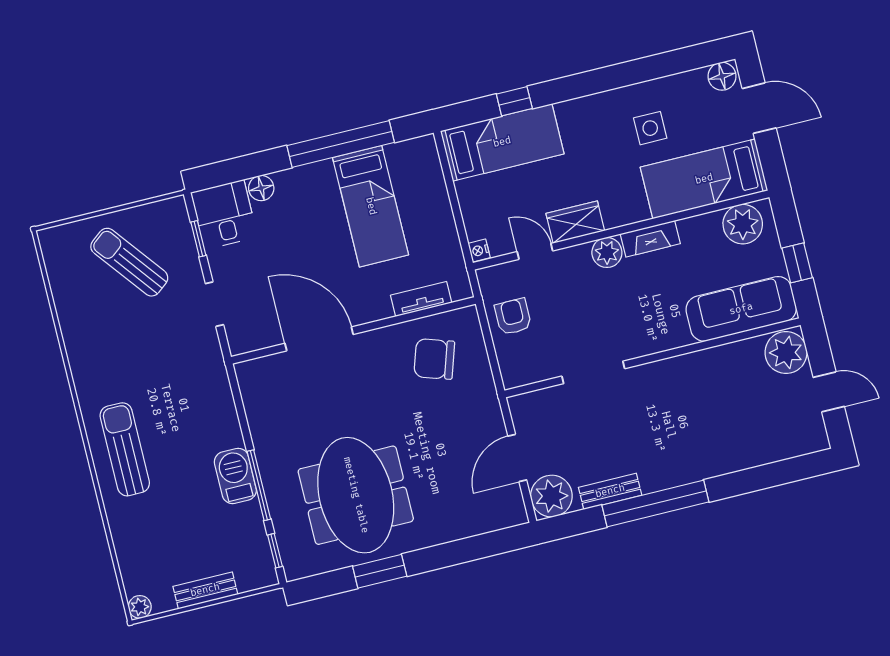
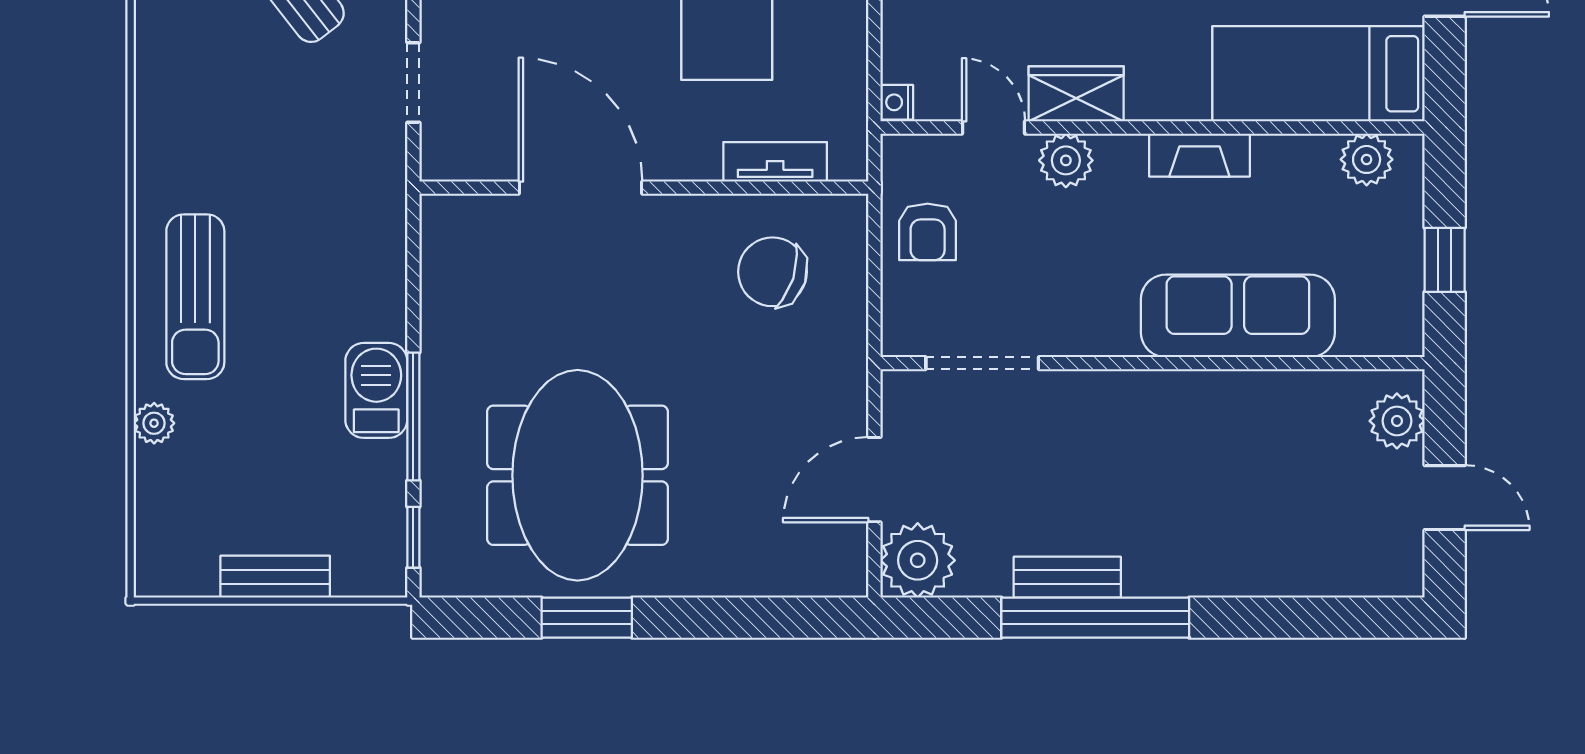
plant: (743, 224) -> (1367, 159), width x0.73, depth x0.73
plant: (607, 253) -> (1066, 160), moved
sofa: (741, 309) -> (1238, 316), moved
armchair: (513, 317) -> (928, 232), turned 180
plant: (786, 353) -> (1397, 421), width x0.73, depth x0.73
doorway: (593, 372) -> (982, 363), moved
sun lounger: (125, 449) -> (195, 297), turned 180
bench: (610, 491) -> (1067, 577), moved
plant: (140, 607) -> (154, 423), moved

